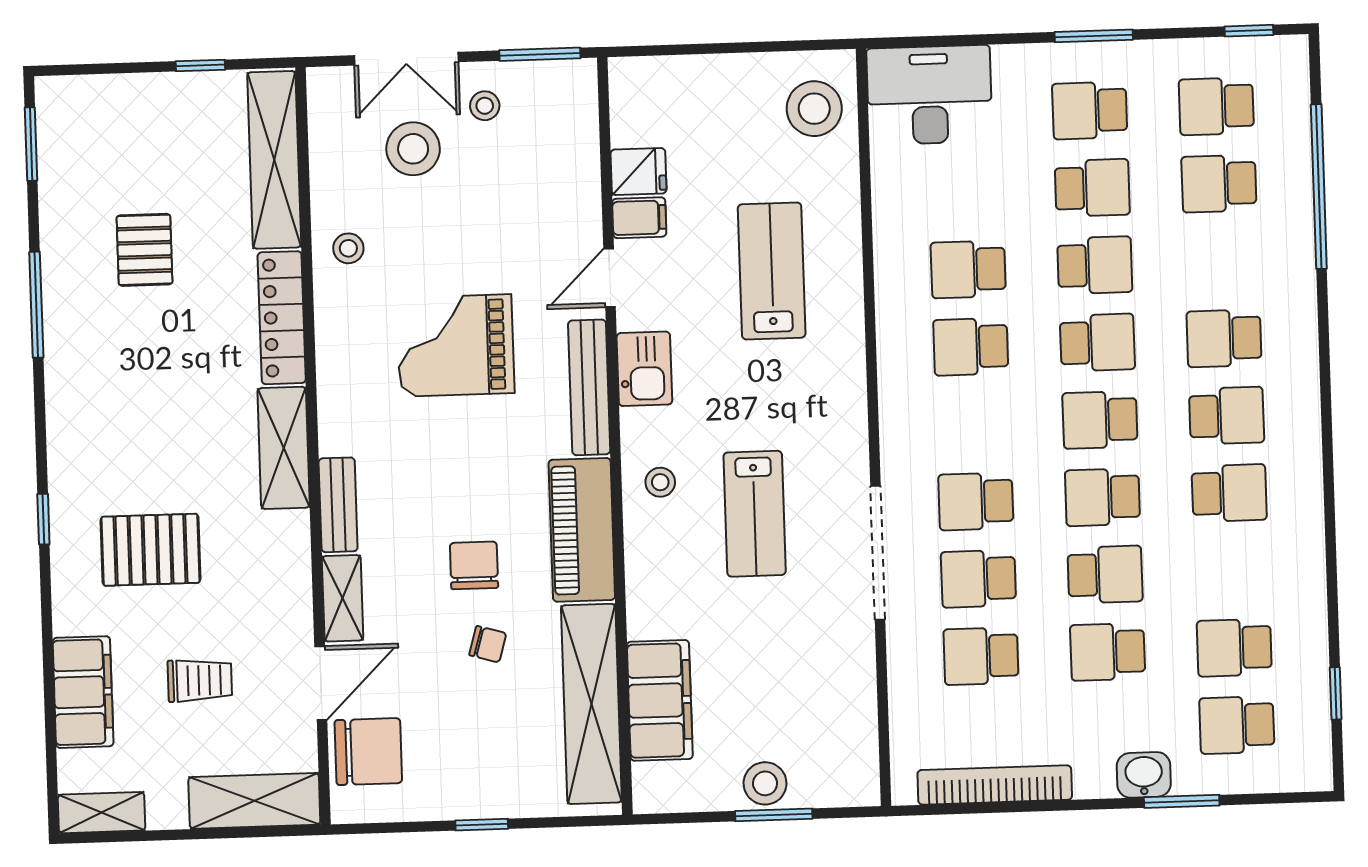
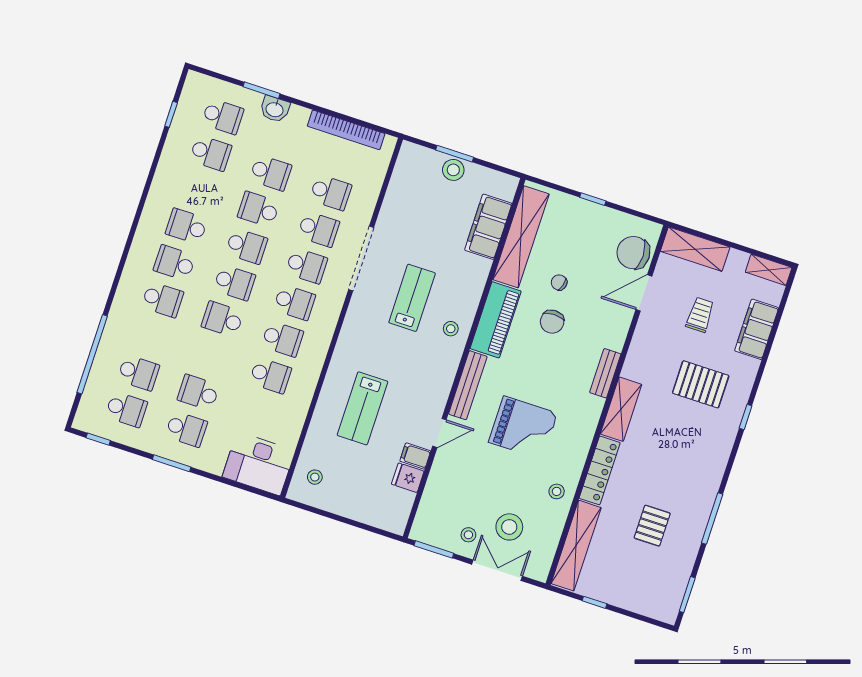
stool: (814, 109) -> (315, 477), width x0.53, depth x0.53
school desk: (1095, 265) -> (294, 302), moved, turned 180
kitchen sink: (644, 369) -> (439, 384), removed
shelving: (343, 598) -> (619, 329), removed
trolley: (200, 680) -> (700, 315), turned 90

